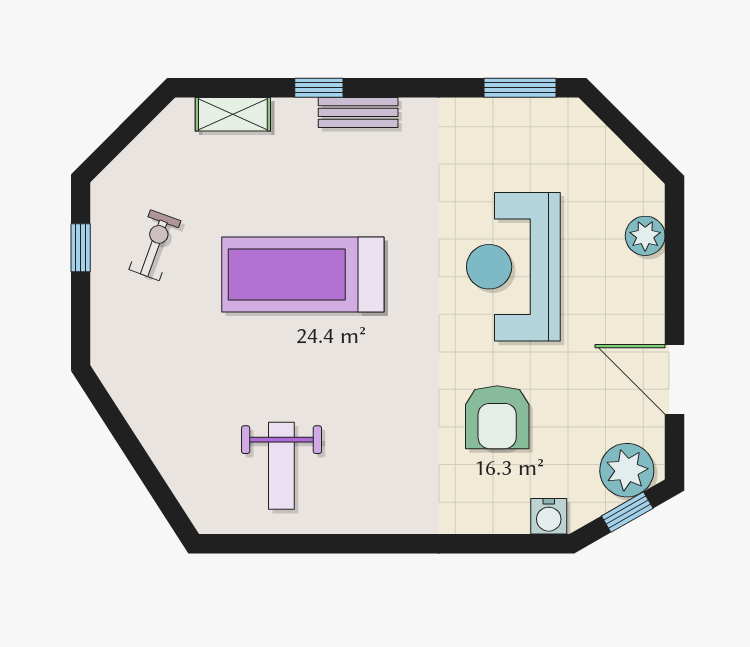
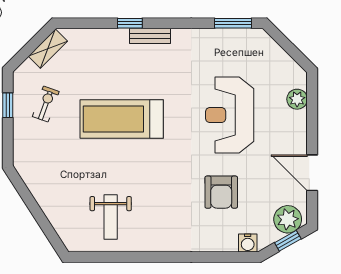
shelving: (233, 114) -> (48, 49), moved, turned -45

